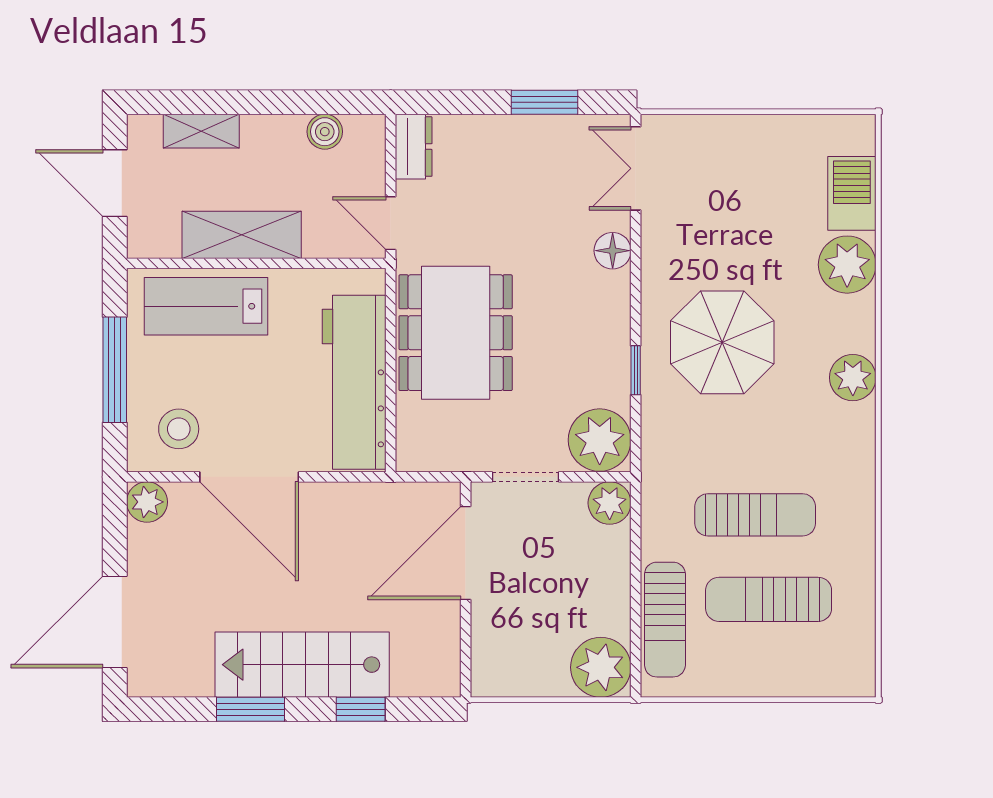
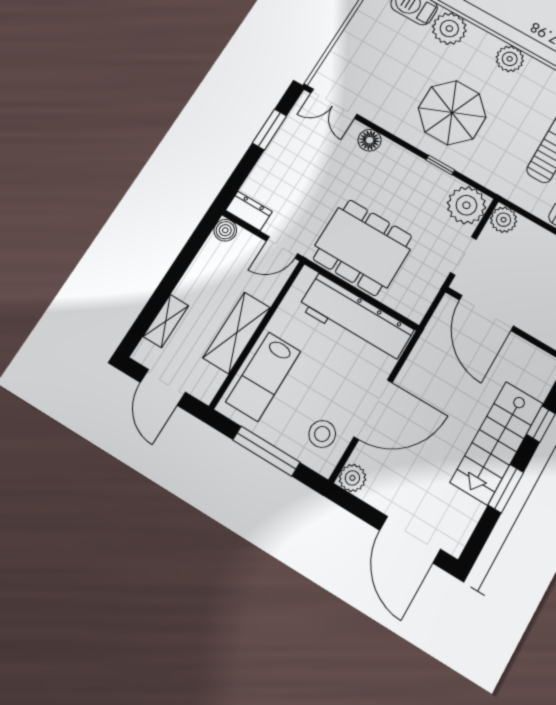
boiler: (325, 132) -> (225, 230), moved
door: (115, 183) -> (163, 387), hinge flipped

